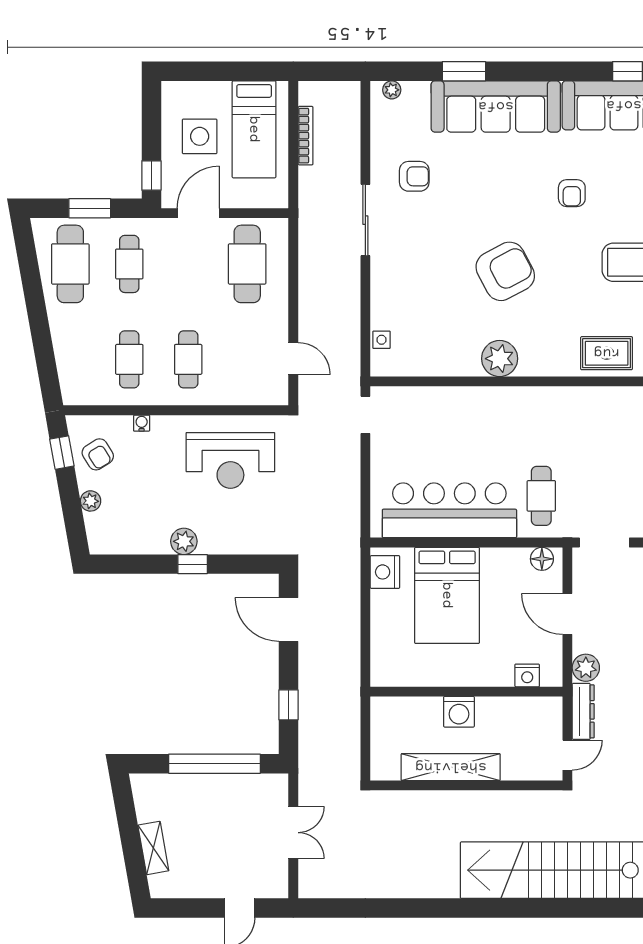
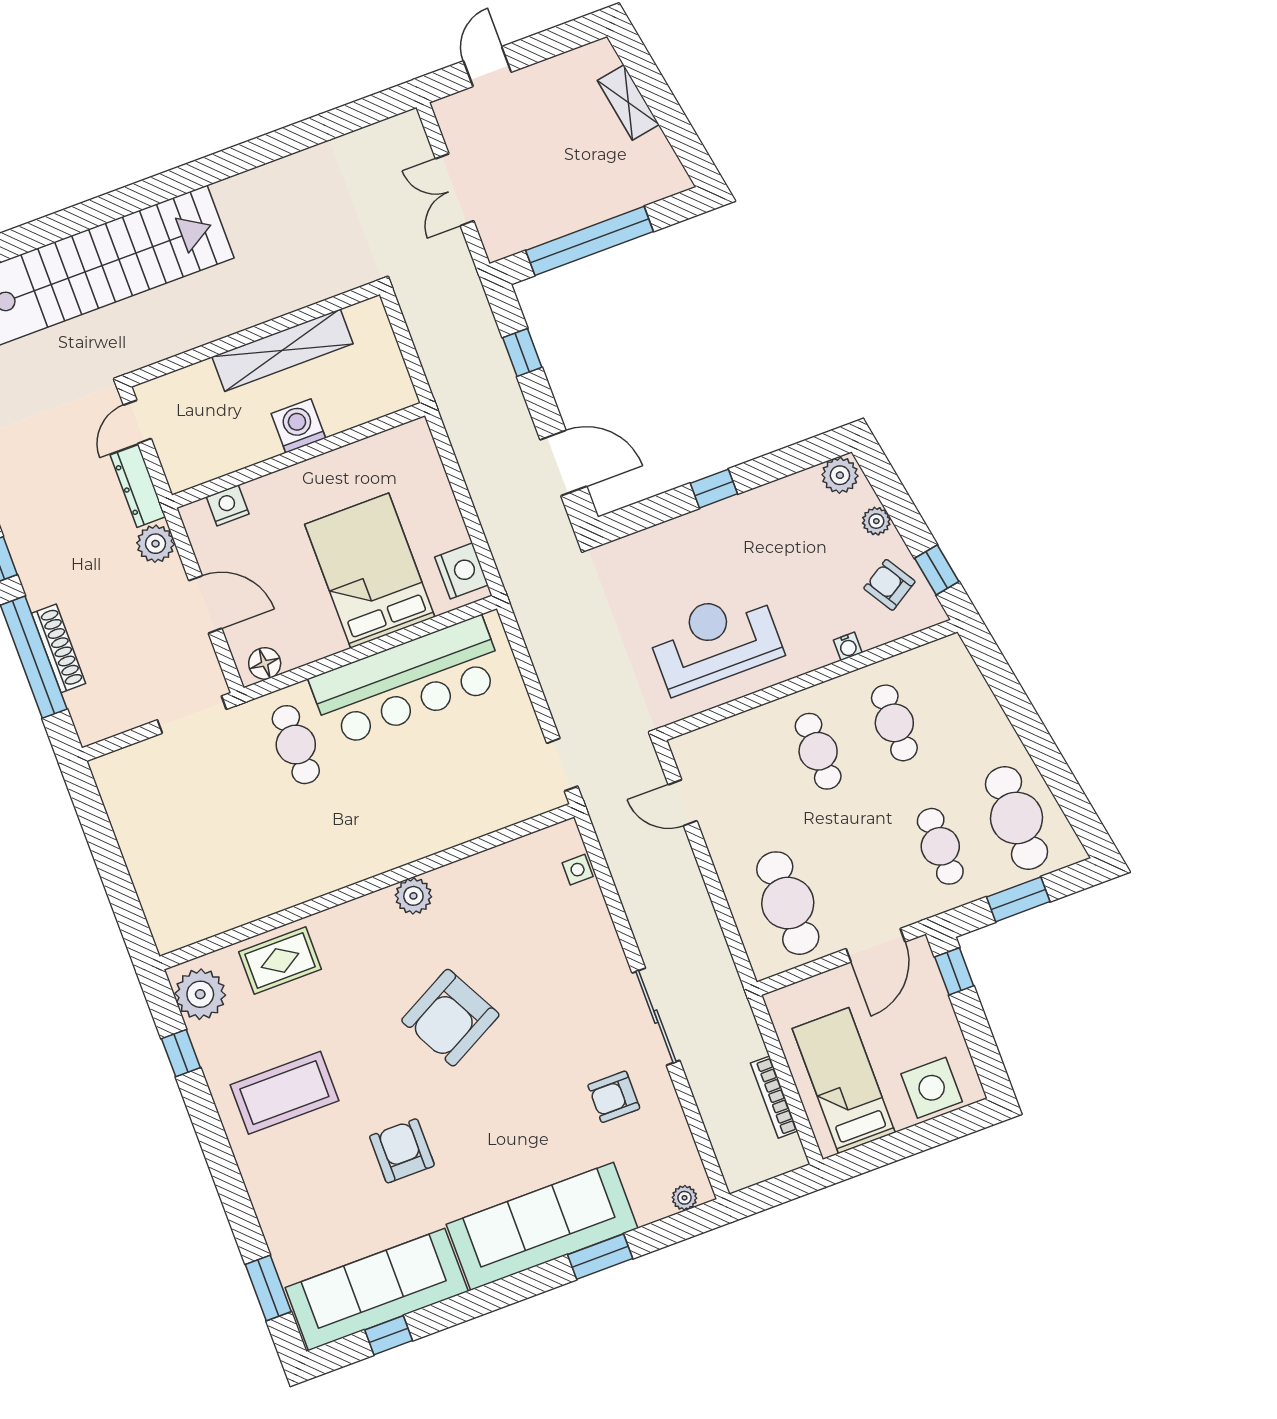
side table: (200, 136) -> (932, 1088), moved
armchair: (572, 193) -> (402, 1151), width x1.38, depth x1.38
plant: (500, 359) -> (413, 896), width x0.73, depth x0.73
plant: (184, 541) -> (840, 475), moved

